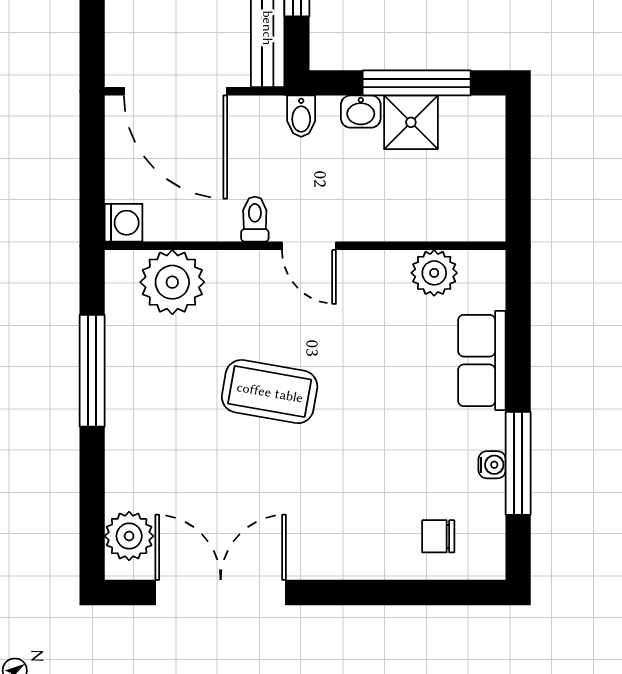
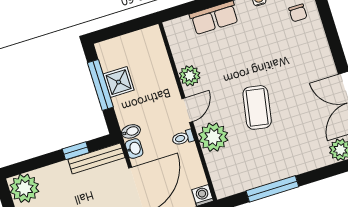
washbasin: (361, 112) -> (134, 149), moved
plant: (434, 273) -> (190, 76), moved
plant: (172, 282) -> (213, 137), moved

